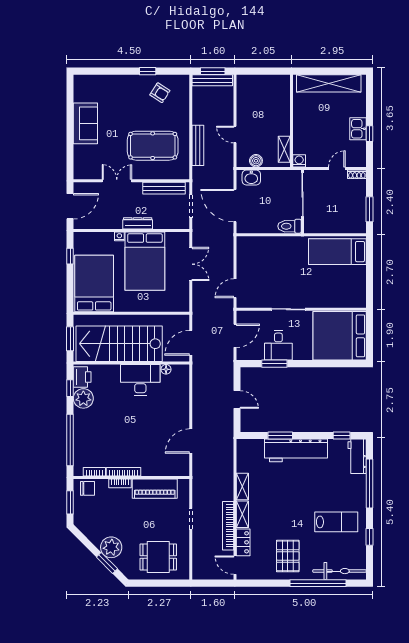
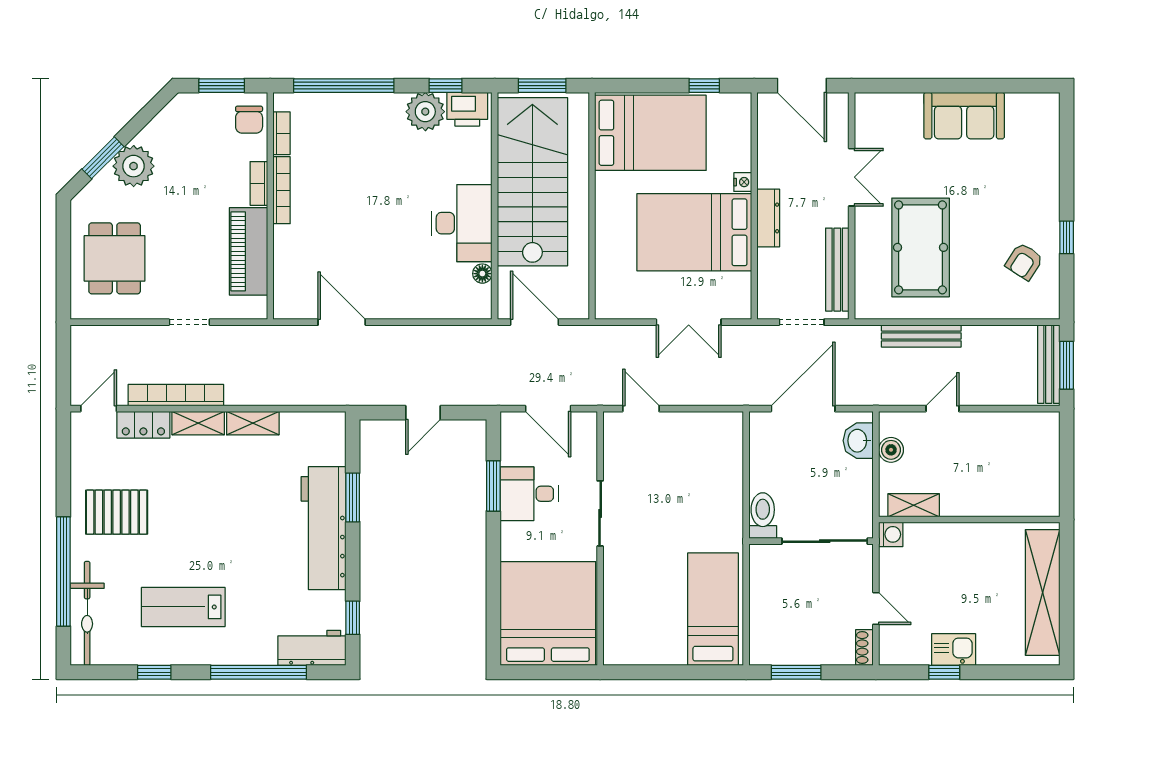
lab bench: (336, 522) -> (183, 607), turned 90

